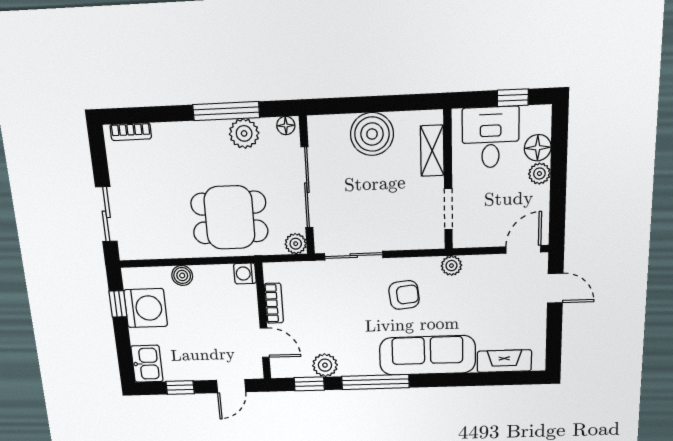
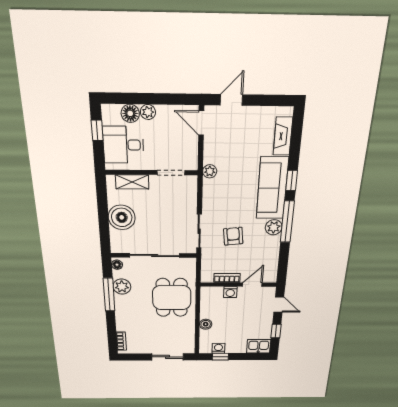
plant: (296, 244) -> (190, 264), removed
washing machine: (245, 273) -> (230, 292), moved
armchair: (404, 295) -> (233, 236), moved
washing machine: (146, 308) -> (218, 348), width x0.53, depth x0.53
plant: (325, 365) -> (274, 227), moved
window: (309, 384) -> (292, 180), moved

